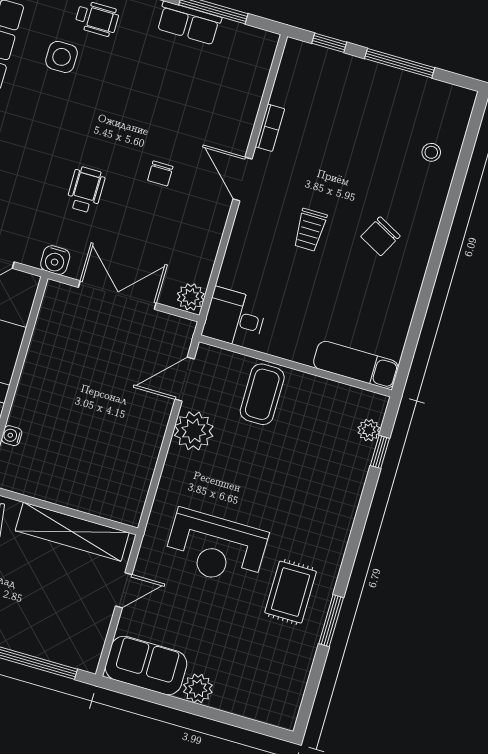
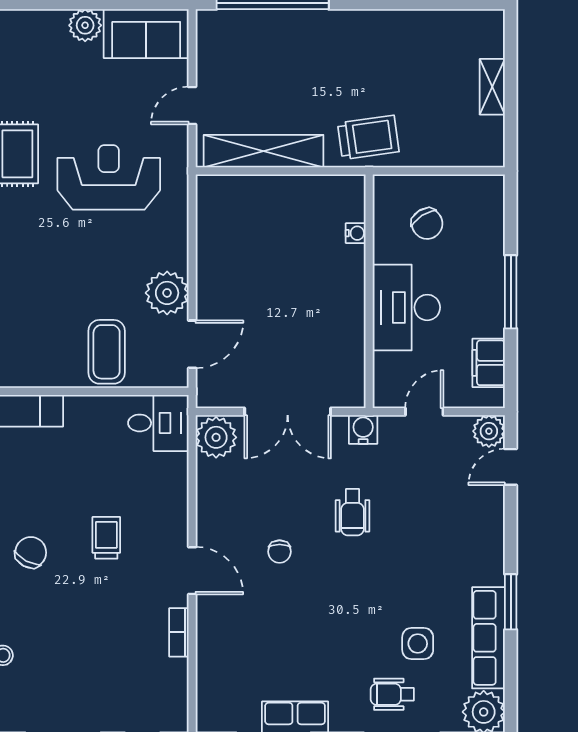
chair: (160, 173) -> (280, 552), turned 180
plant: (191, 297) -> (216, 437), width x1.36, depth x1.36

